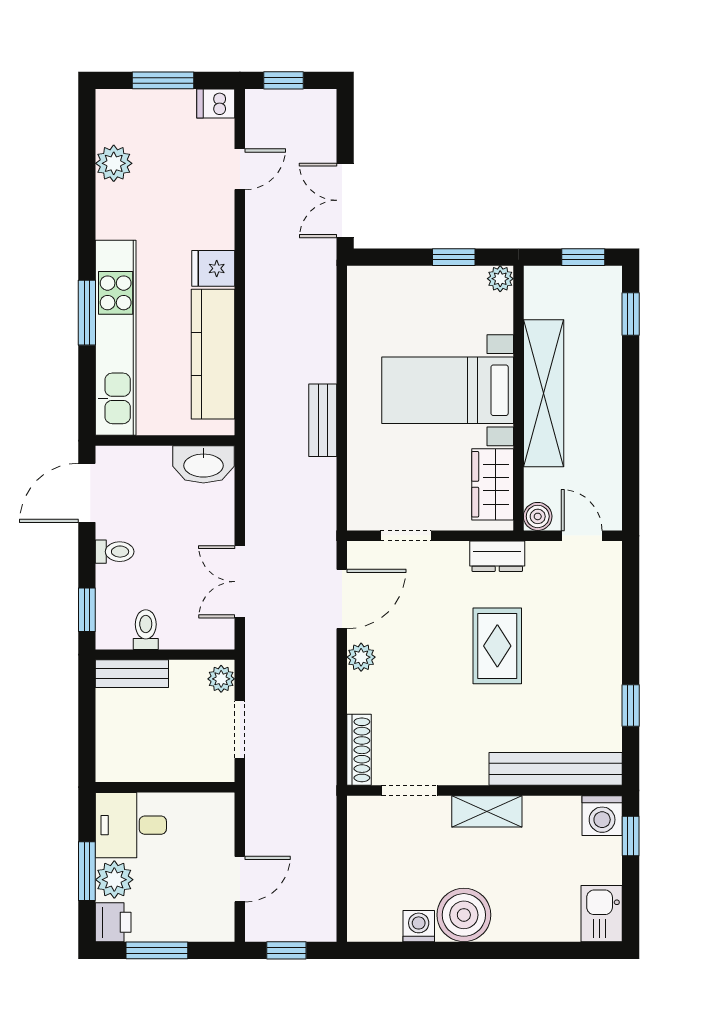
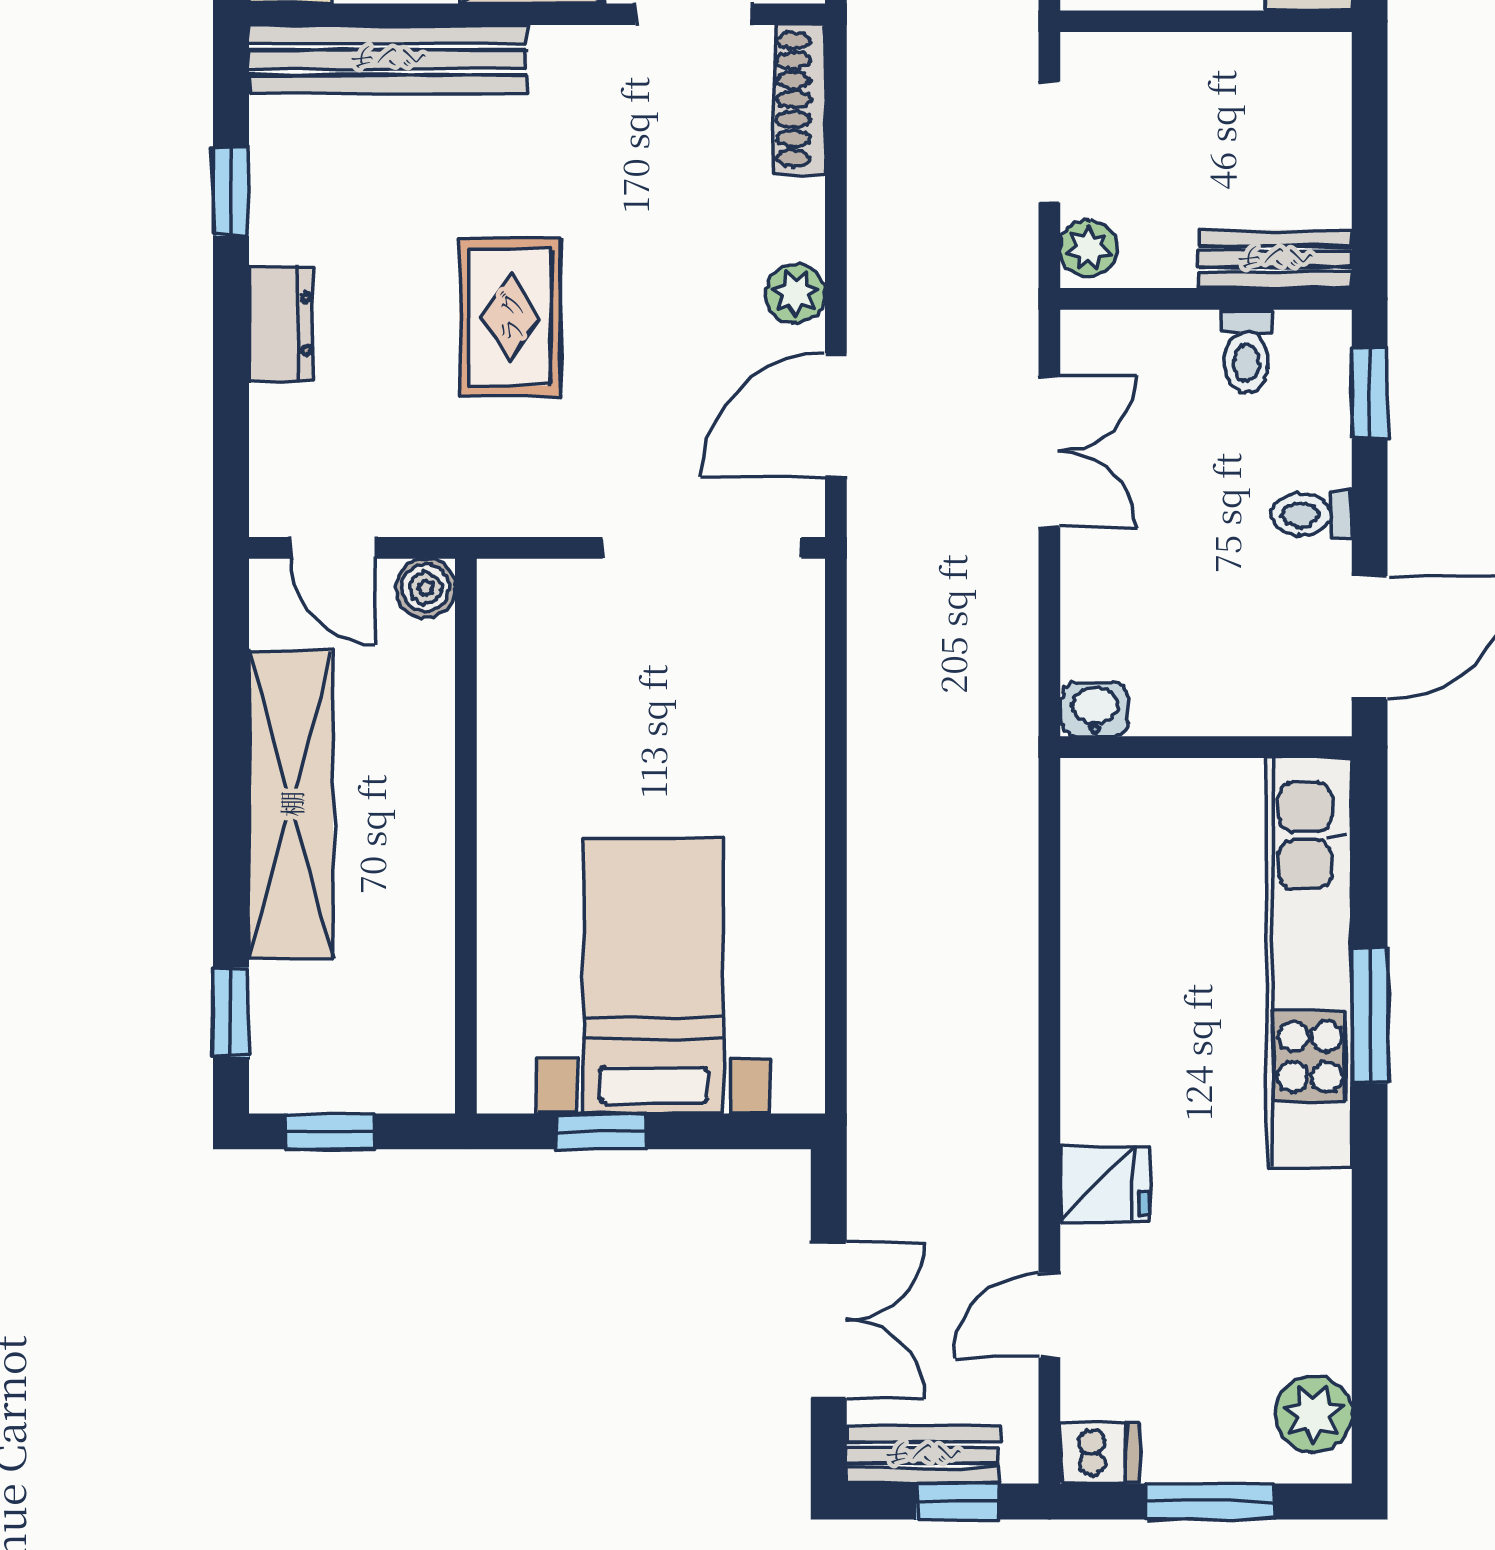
plant: (114, 163) -> (1313, 1414), moved
double door: (345, 200) -> (829, 1320), moved
fridge: (213, 268) -> (1105, 1184), moved
plant: (500, 279) -> (504, 1086), removed
kitchen counter: (213, 354) -> (1105, 928), removed
bed with nightstands: (448, 390) -> (654, 976), moved, turned -90
shelving: (544, 393) -> (291, 804), moved
bench: (323, 420) -> (923, 1455), moved, turned 90
washbasin: (203, 464) -> (1095, 709), width x0.52, depth x0.69
wardrobe: (493, 484) -> (520, 656), removed
doorway: (406, 536) -> (702, 548), width x1.87
dresser: (497, 556) -> (281, 324), moved, turned 90

